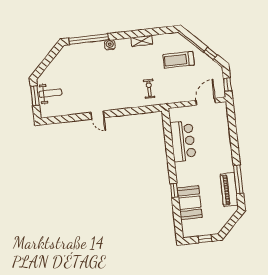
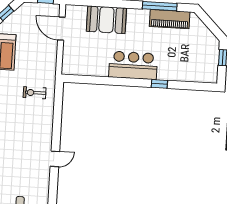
bar counter: (183, 141) -> (133, 65), moved
booth: (190, 203) -> (106, 20), moved

